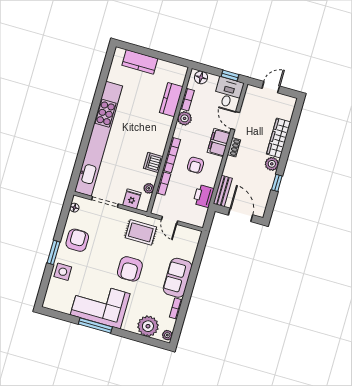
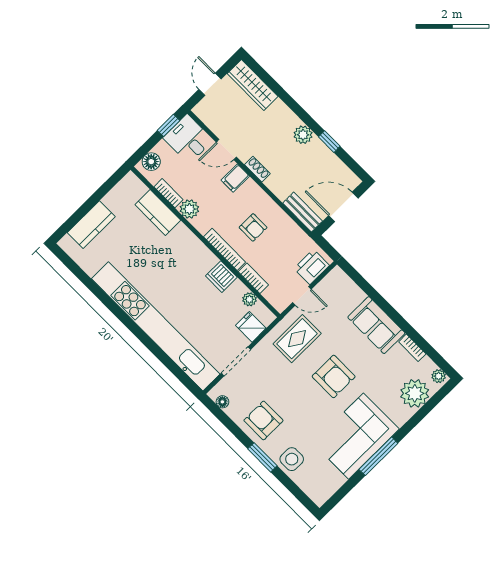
wardrobe: (279, 138) -> (253, 85), moved
filing cabinet: (219, 143) -> (235, 178), width x0.50
printer: (203, 196) -> (312, 267), moved, turned 90

